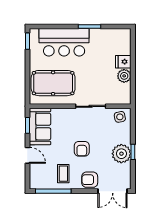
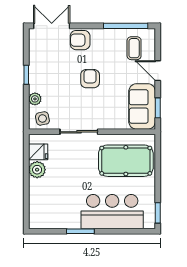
fridge: (123, 62) -> (38, 152), moved
plant: (121, 154) -> (35, 99), moved, width x0.53, depth x0.53
coffee table: (63, 174) -> (134, 48), moved
armchair: (90, 180) -> (80, 40), turned 180

